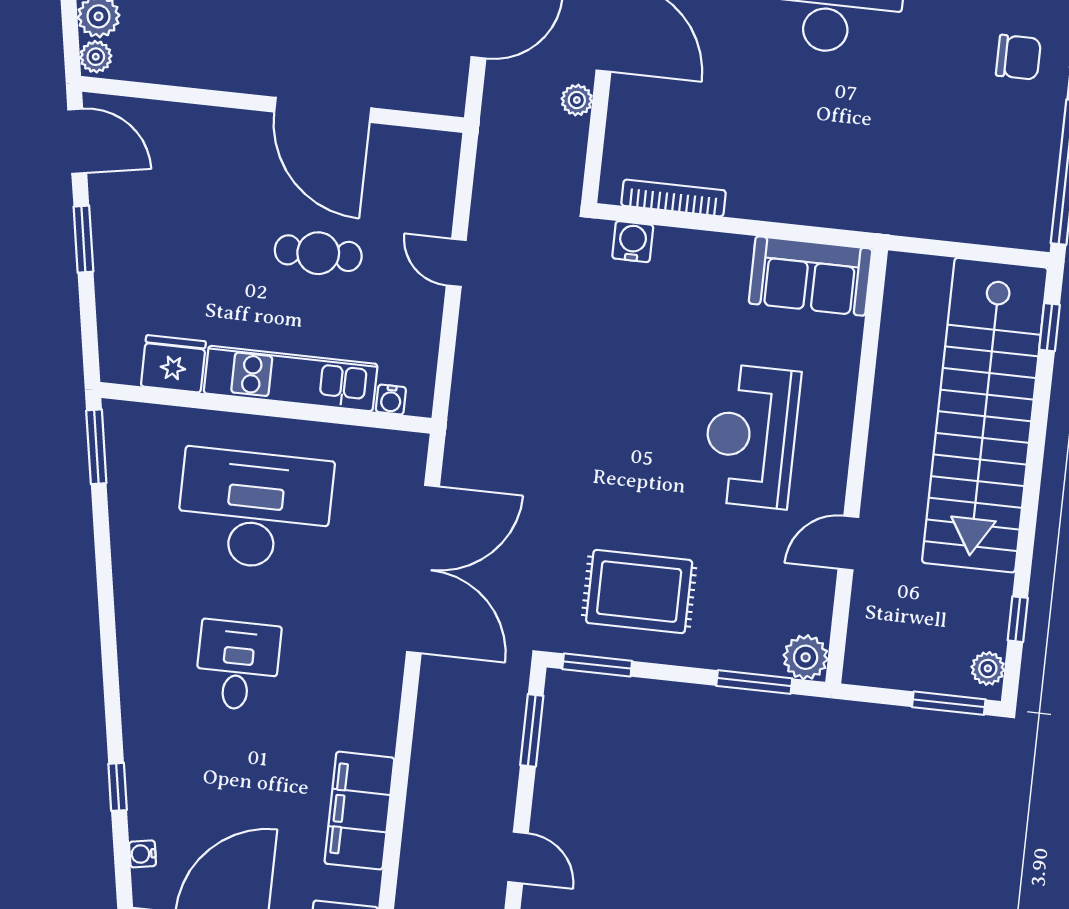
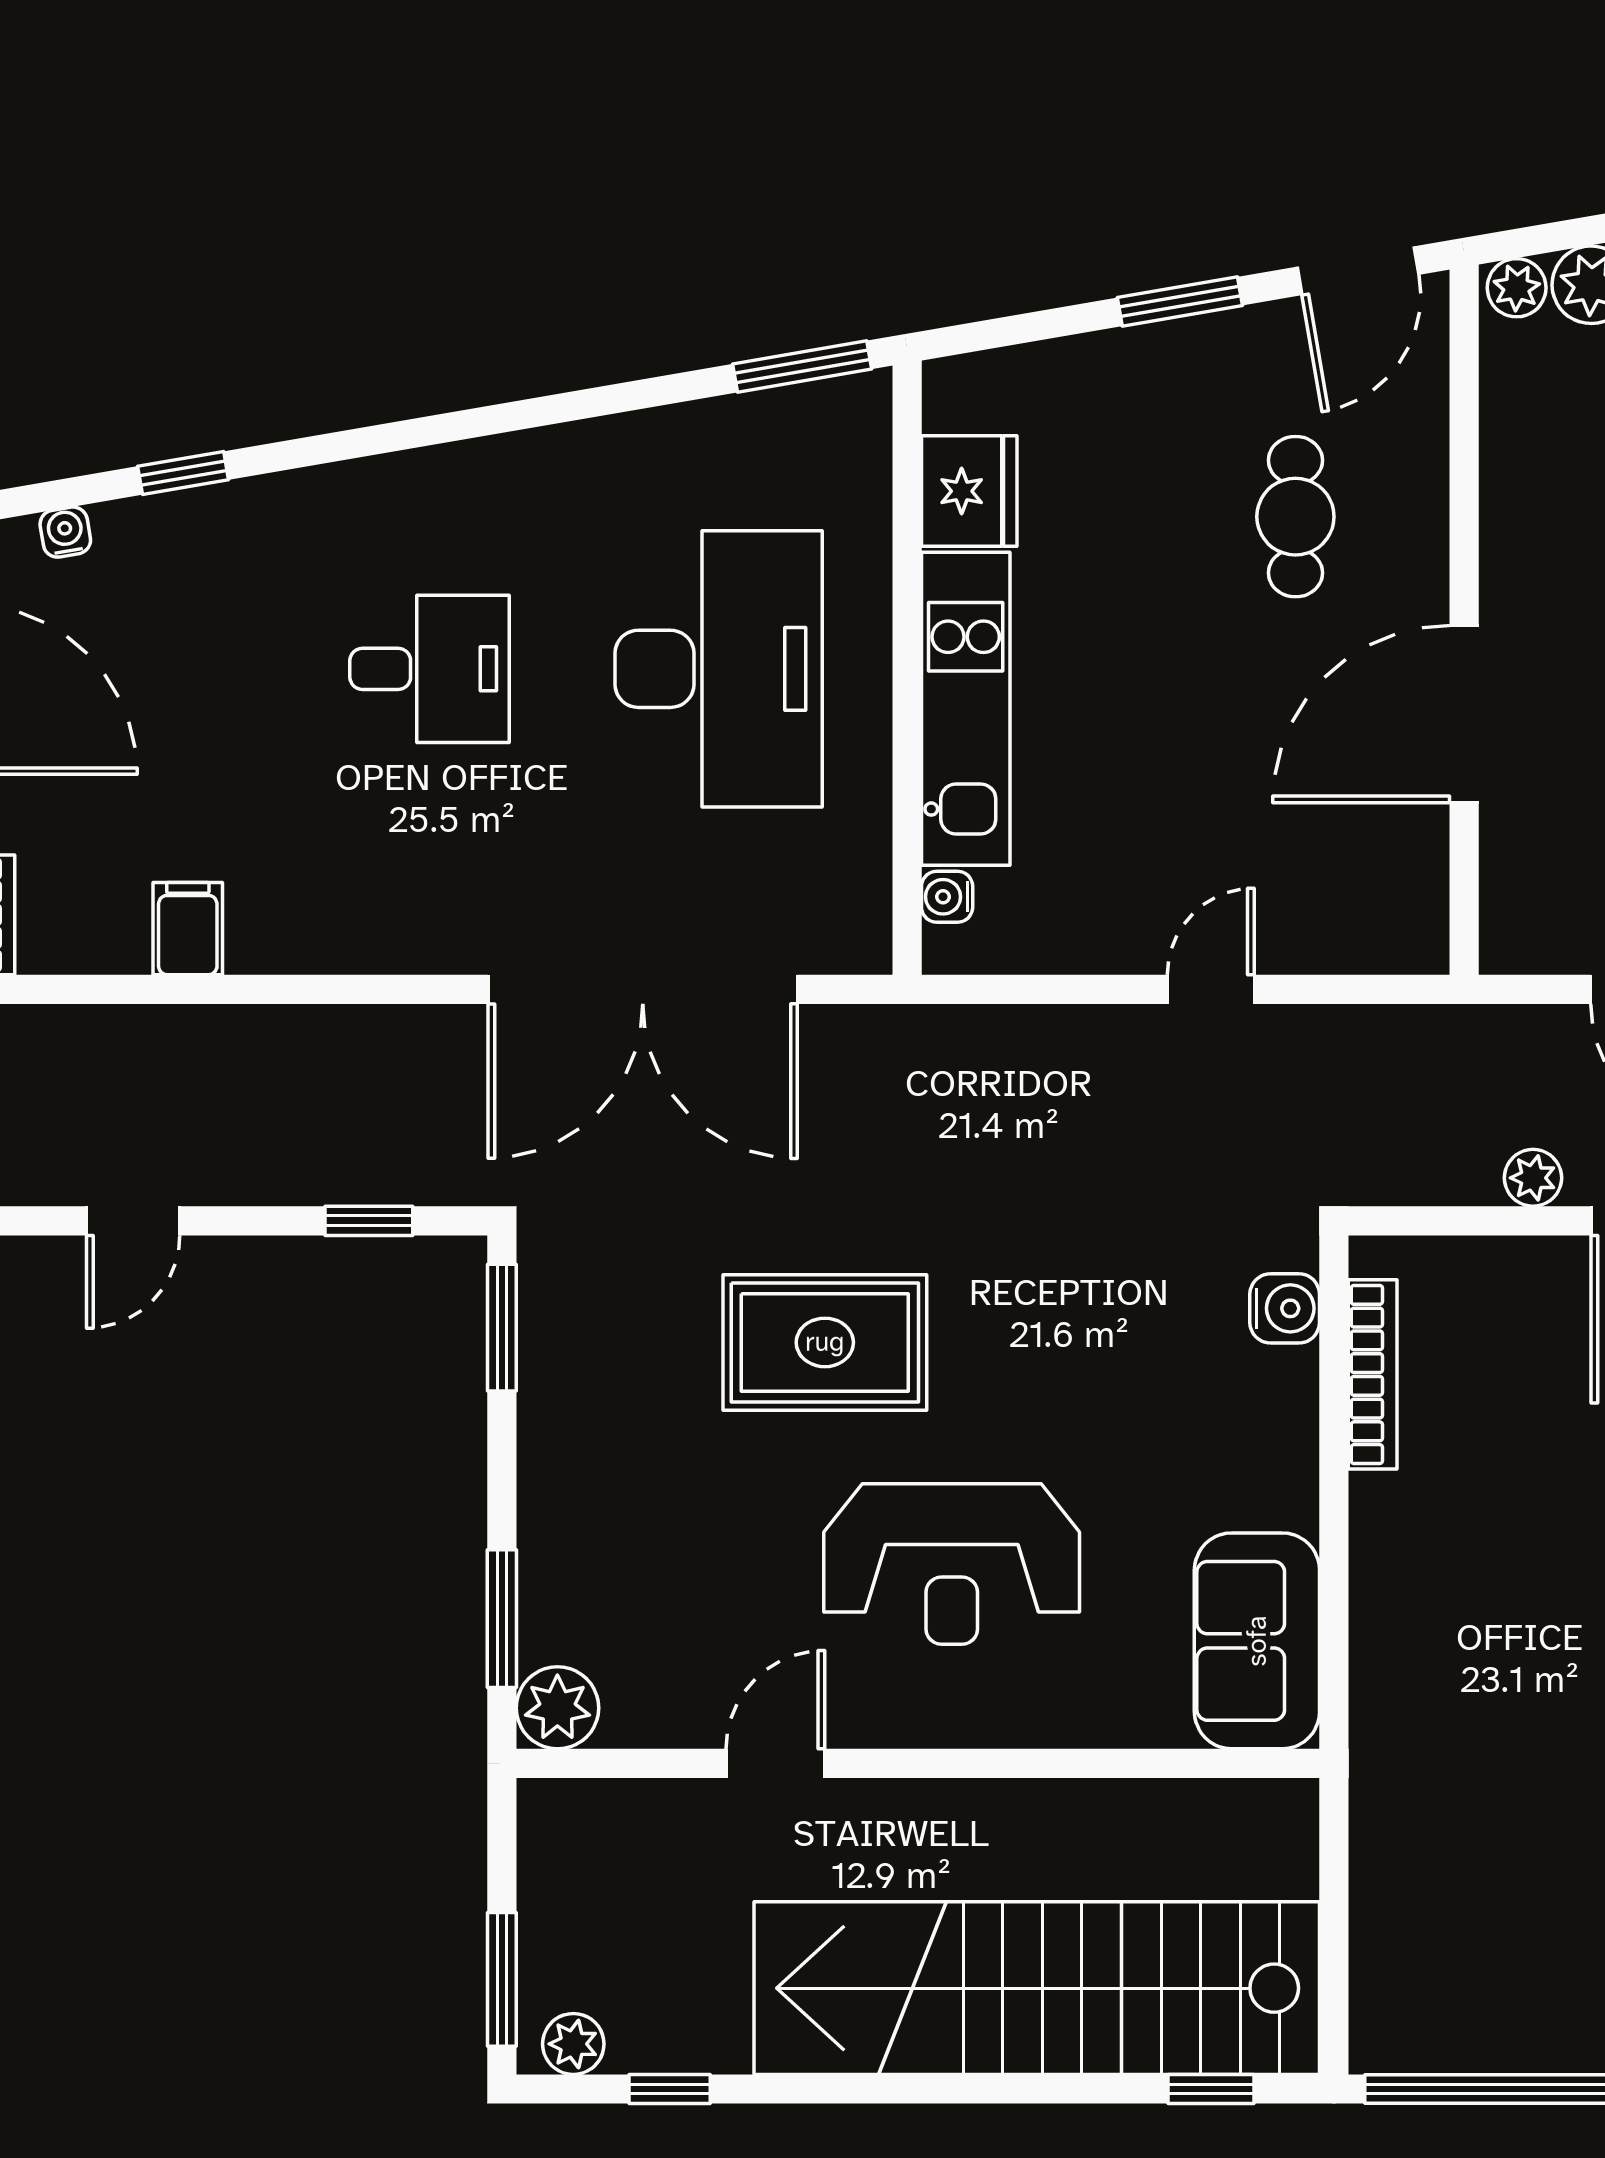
cafe table: (318, 253) -> (1295, 517), moved
reception desk: (751, 436) -> (952, 1564), turned 180
door: (848, 543) -> (775, 1763), hinge flipped
rug: (639, 592) -> (825, 1342), moved, turned 90
window: (532, 730) -> (369, 1221), width x0.67
filing cabinet: (359, 811) -> (188, 929), width x0.33, depth x0.86

